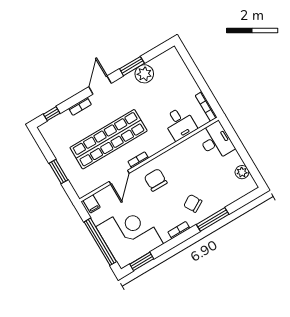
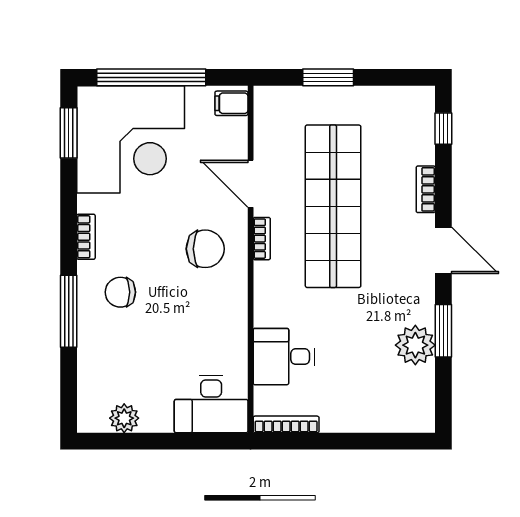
chair: (193, 203) -> (120, 292), turned -150

